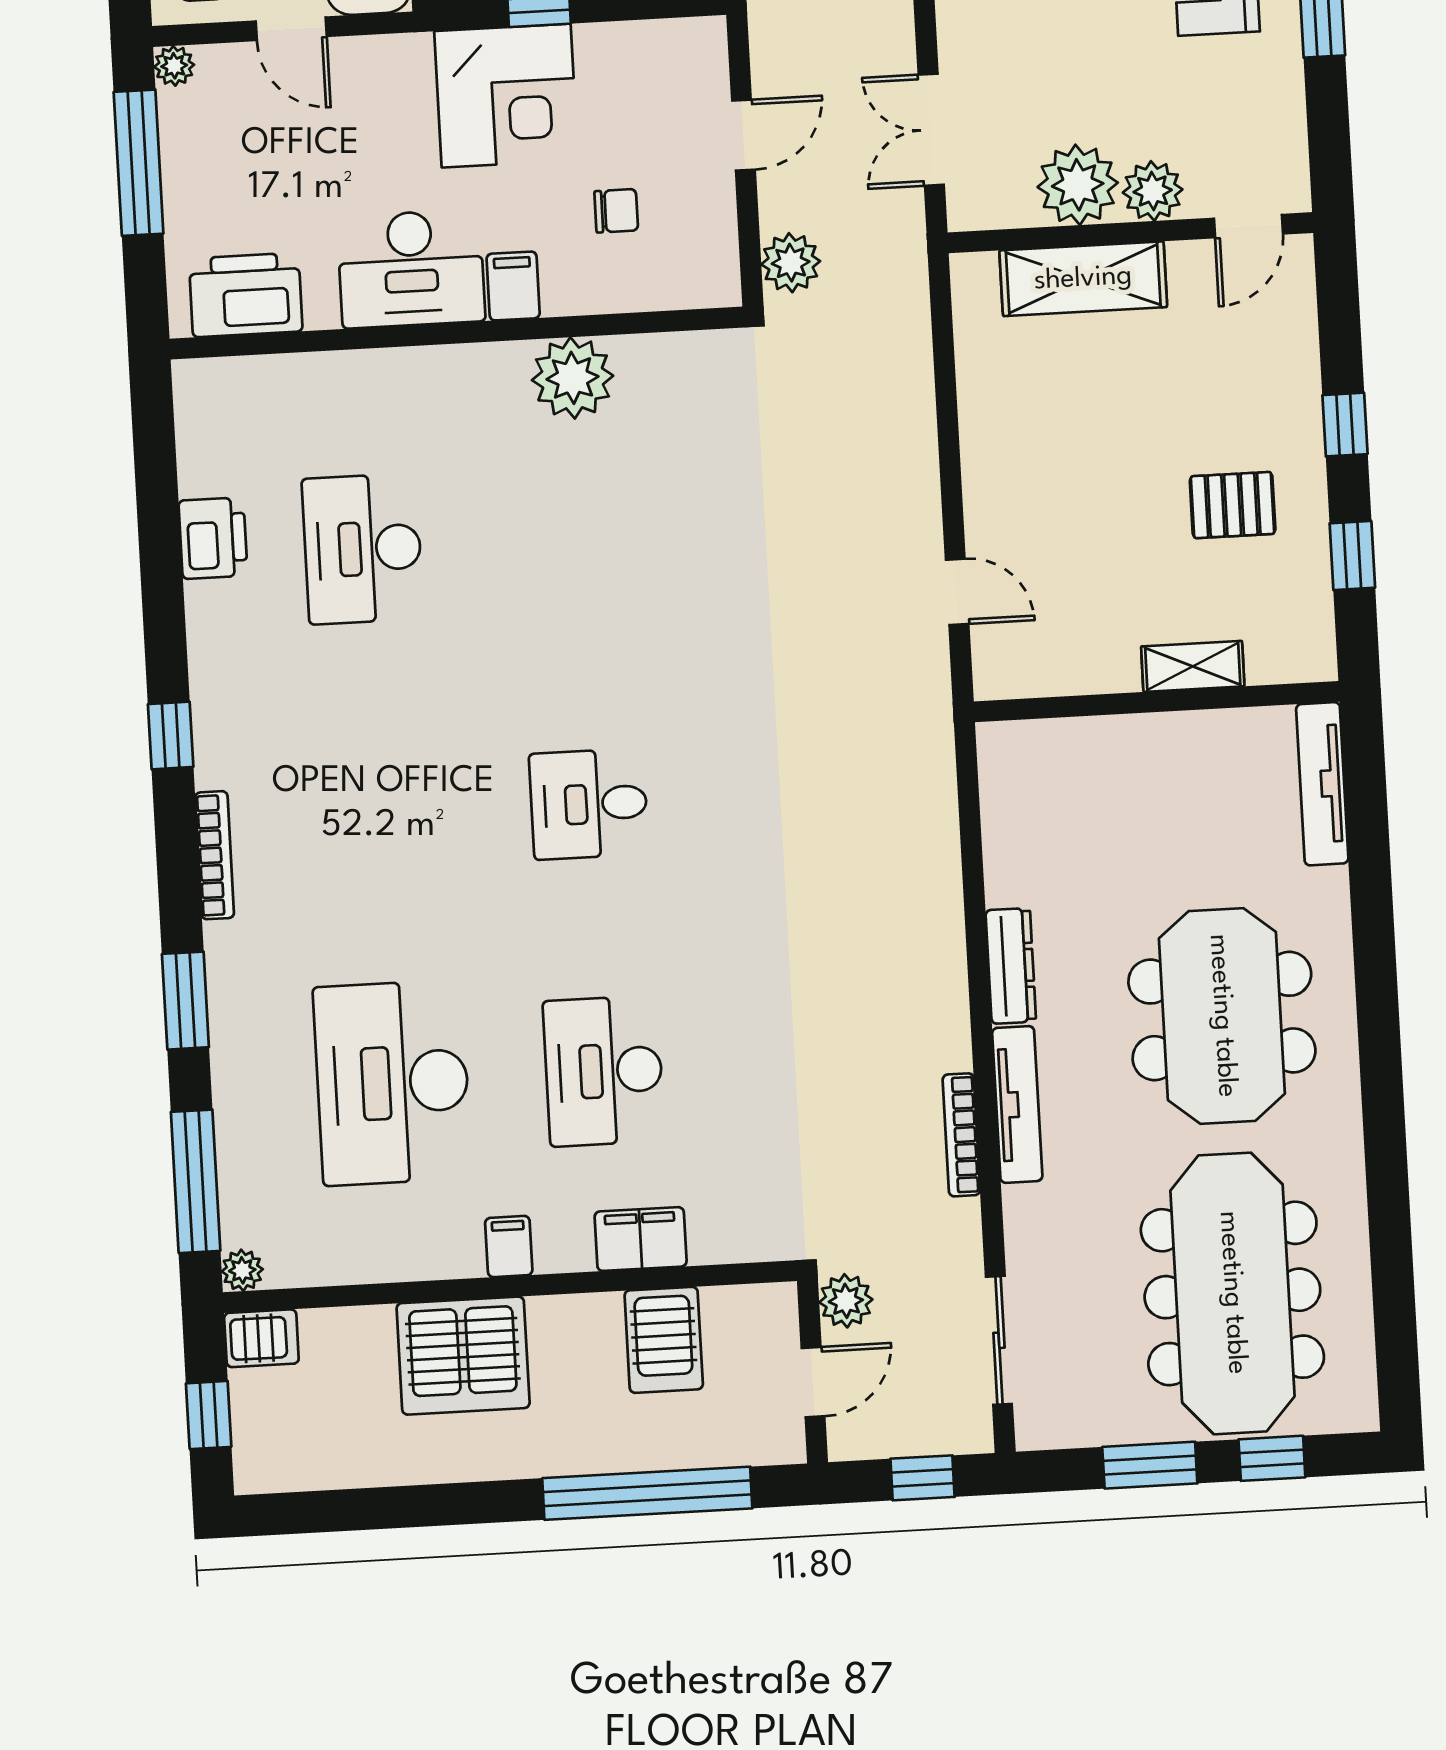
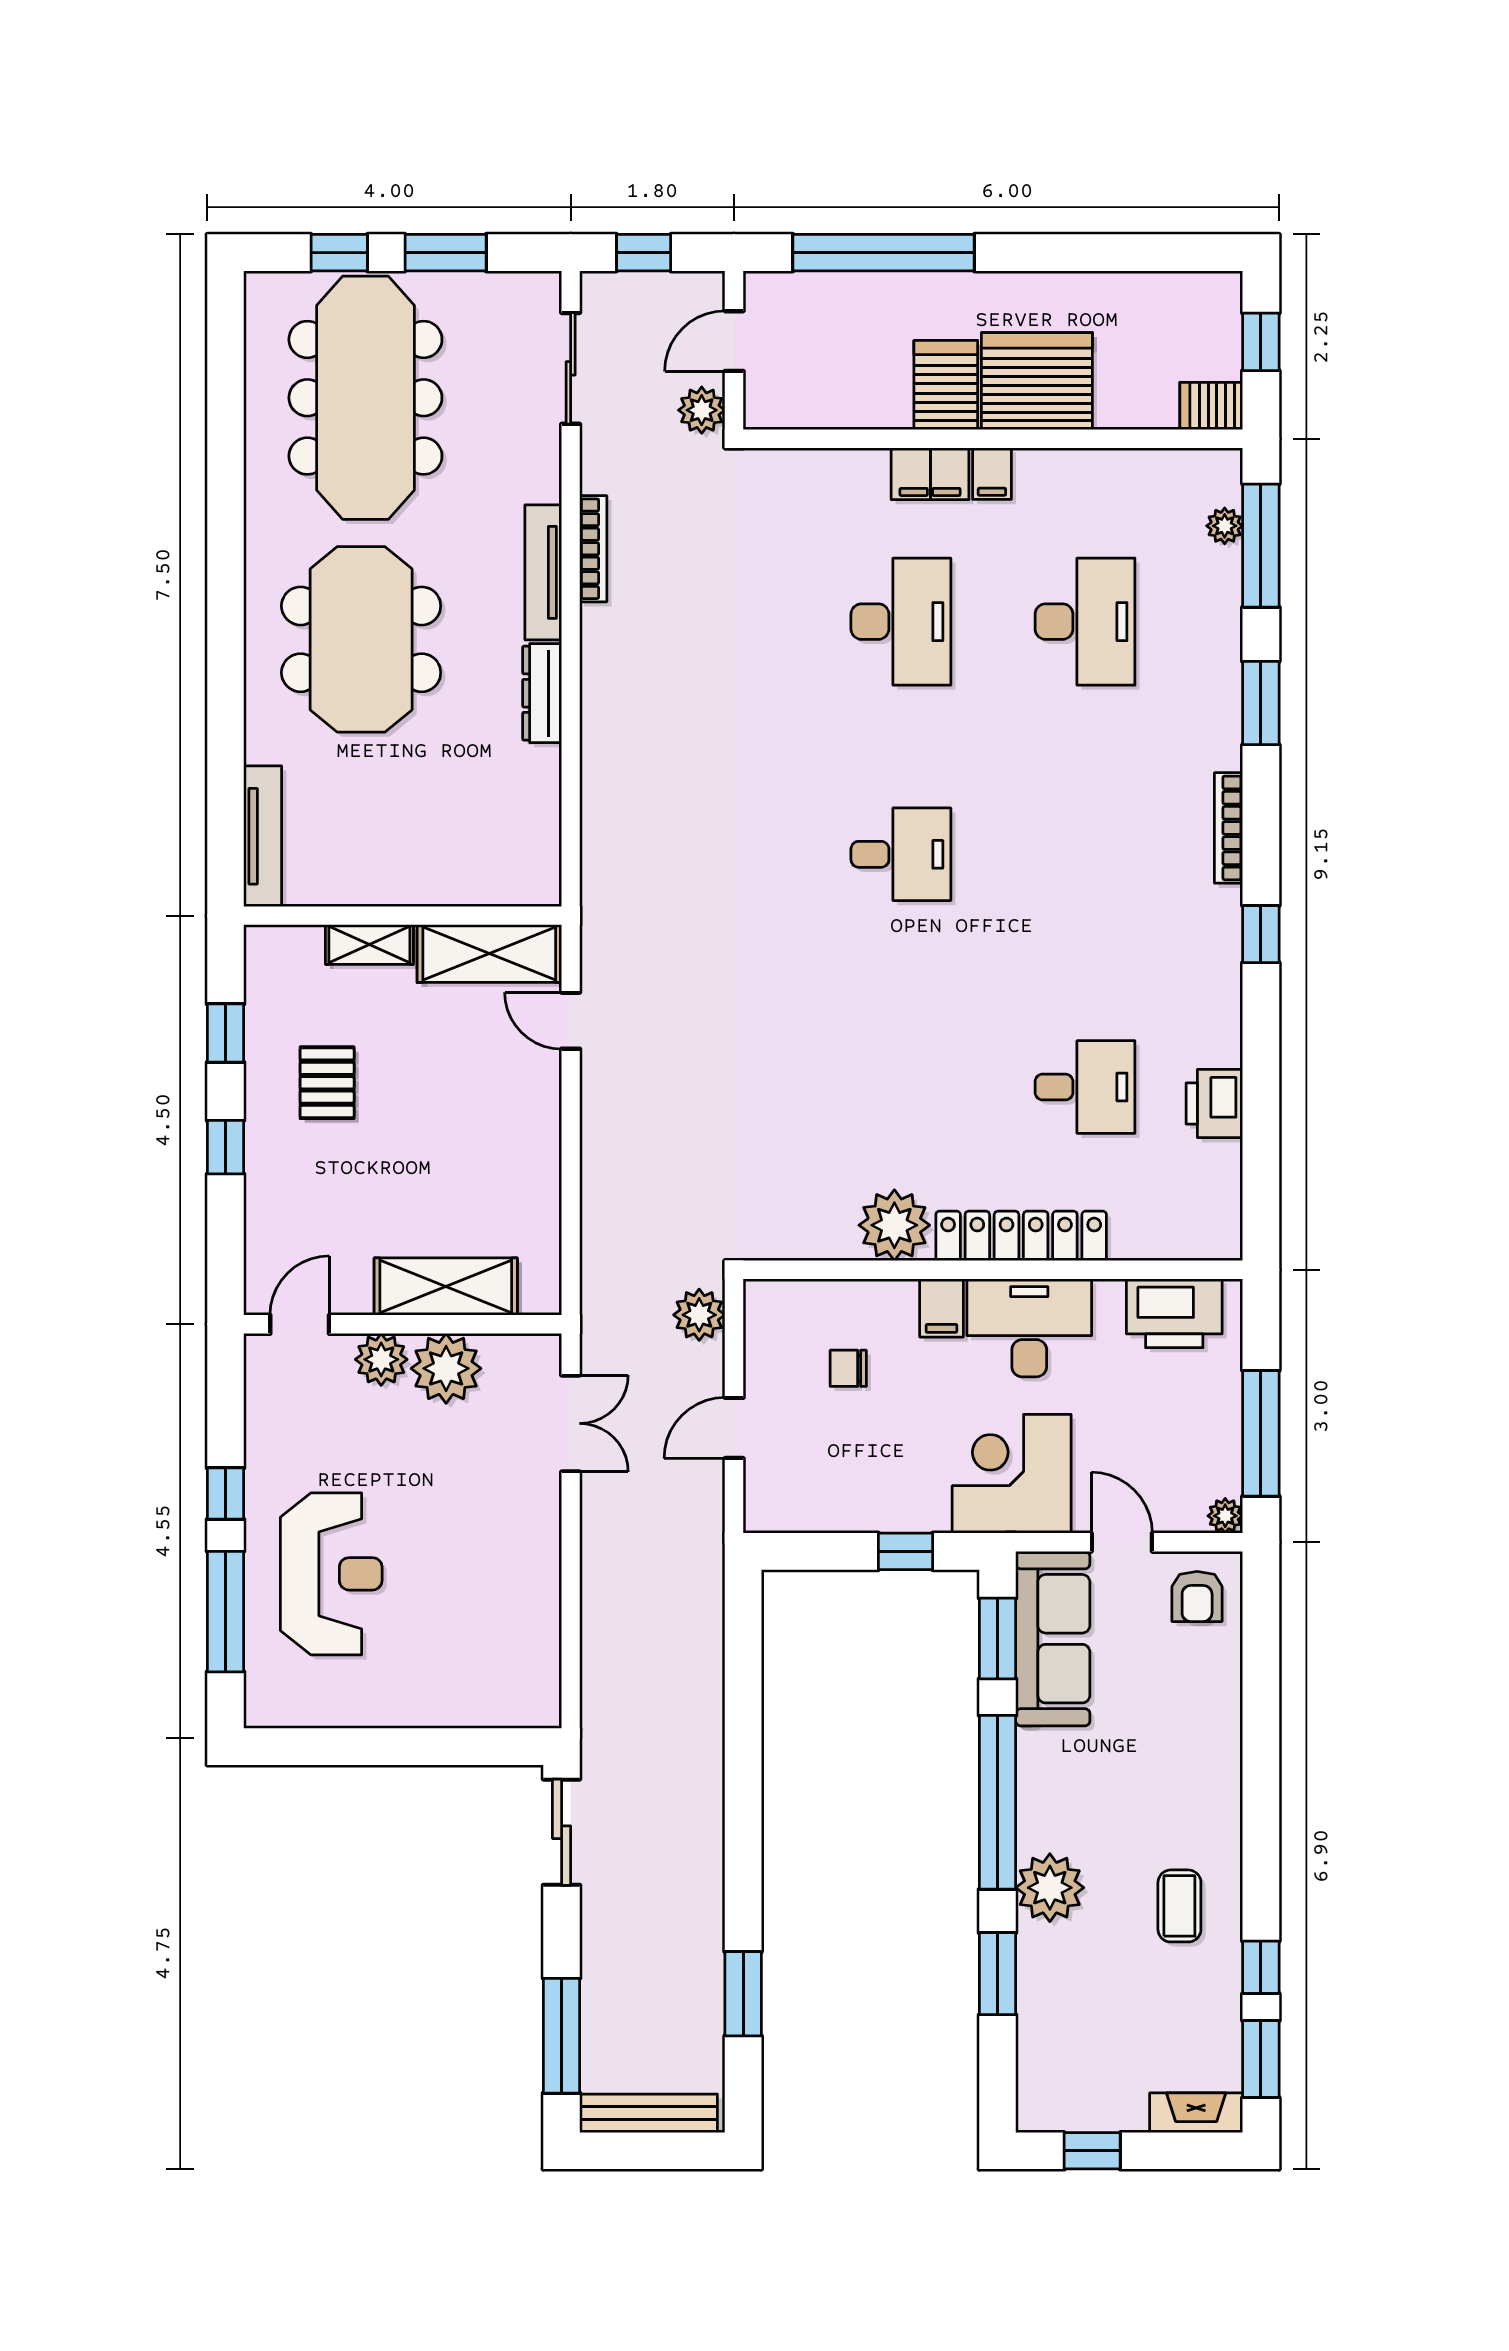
corner desk: (506, 96) -> (1012, 1474), moved
locker: (426, 374) -> (1021, 1236), added
pallet: (1233, 505) -> (327, 1083), turned 90
desk: (363, 549) -> (1085, 1087), width x0.73
shelving: (1055, 664) -> (489, 954), added
desk: (393, 1083) -> (1085, 622), width x0.73, depth x0.77
filing cabinet: (641, 1239) -> (930, 474), moved
plant: (242, 1270) -> (1225, 526), moved
server rack: (664, 1340) -> (946, 385), moved

